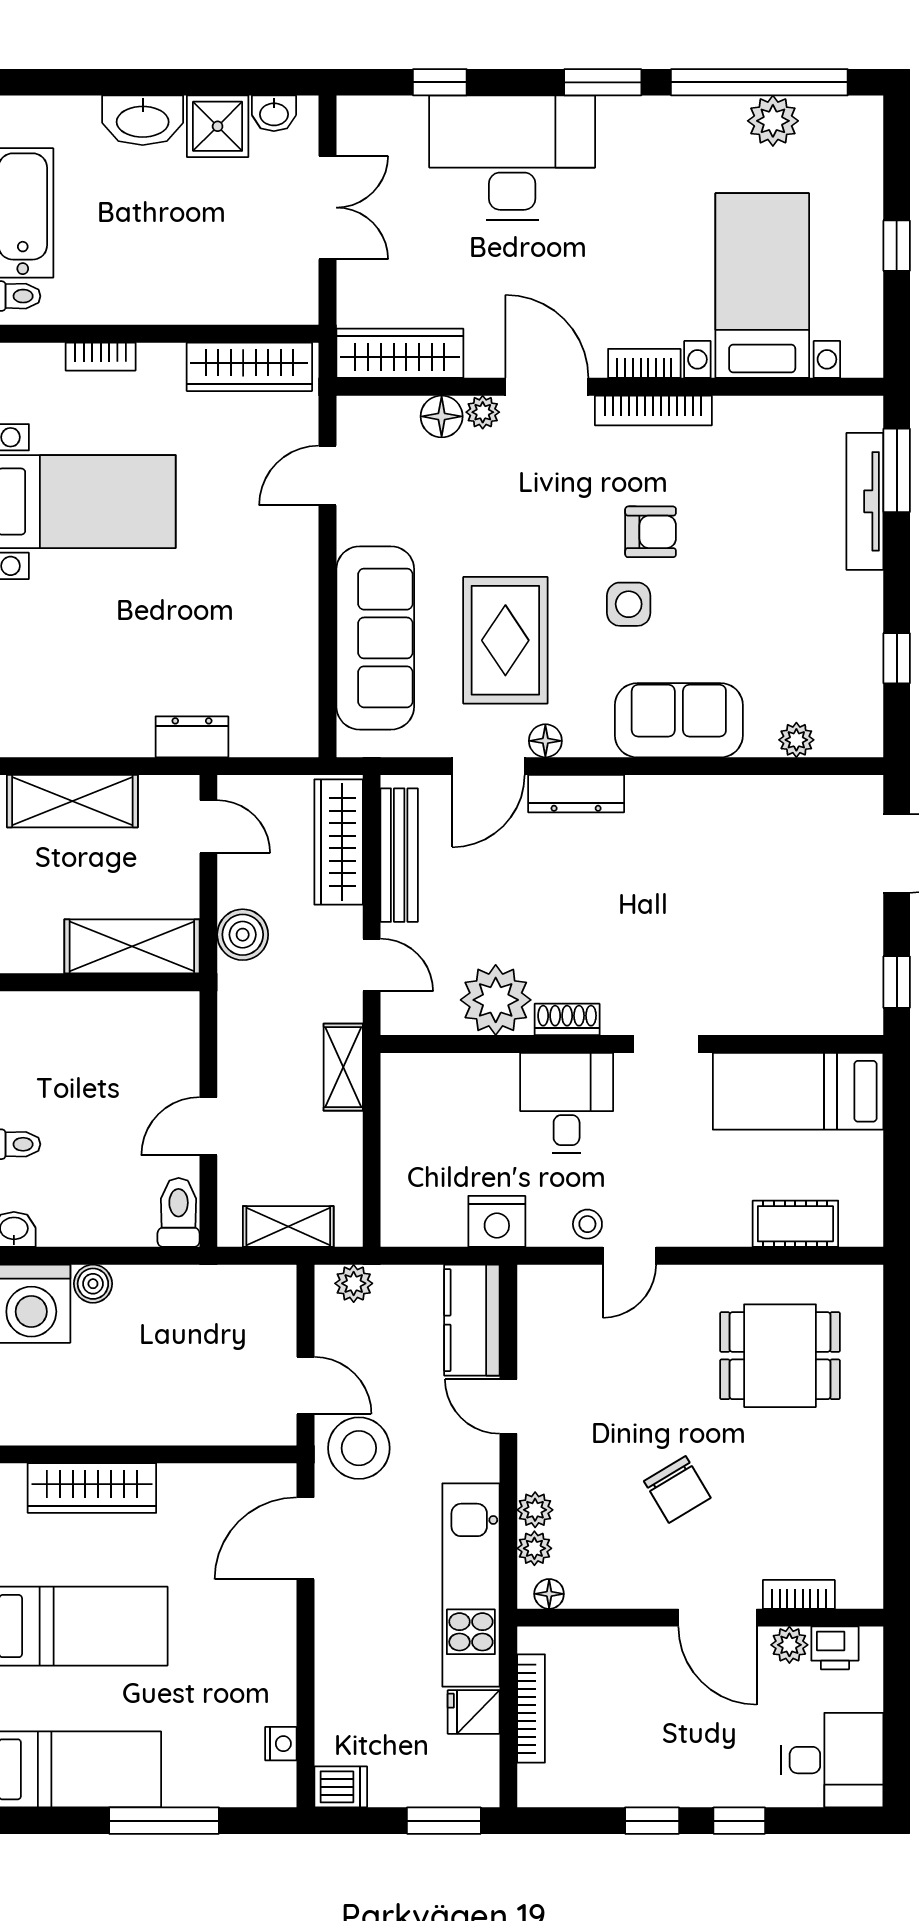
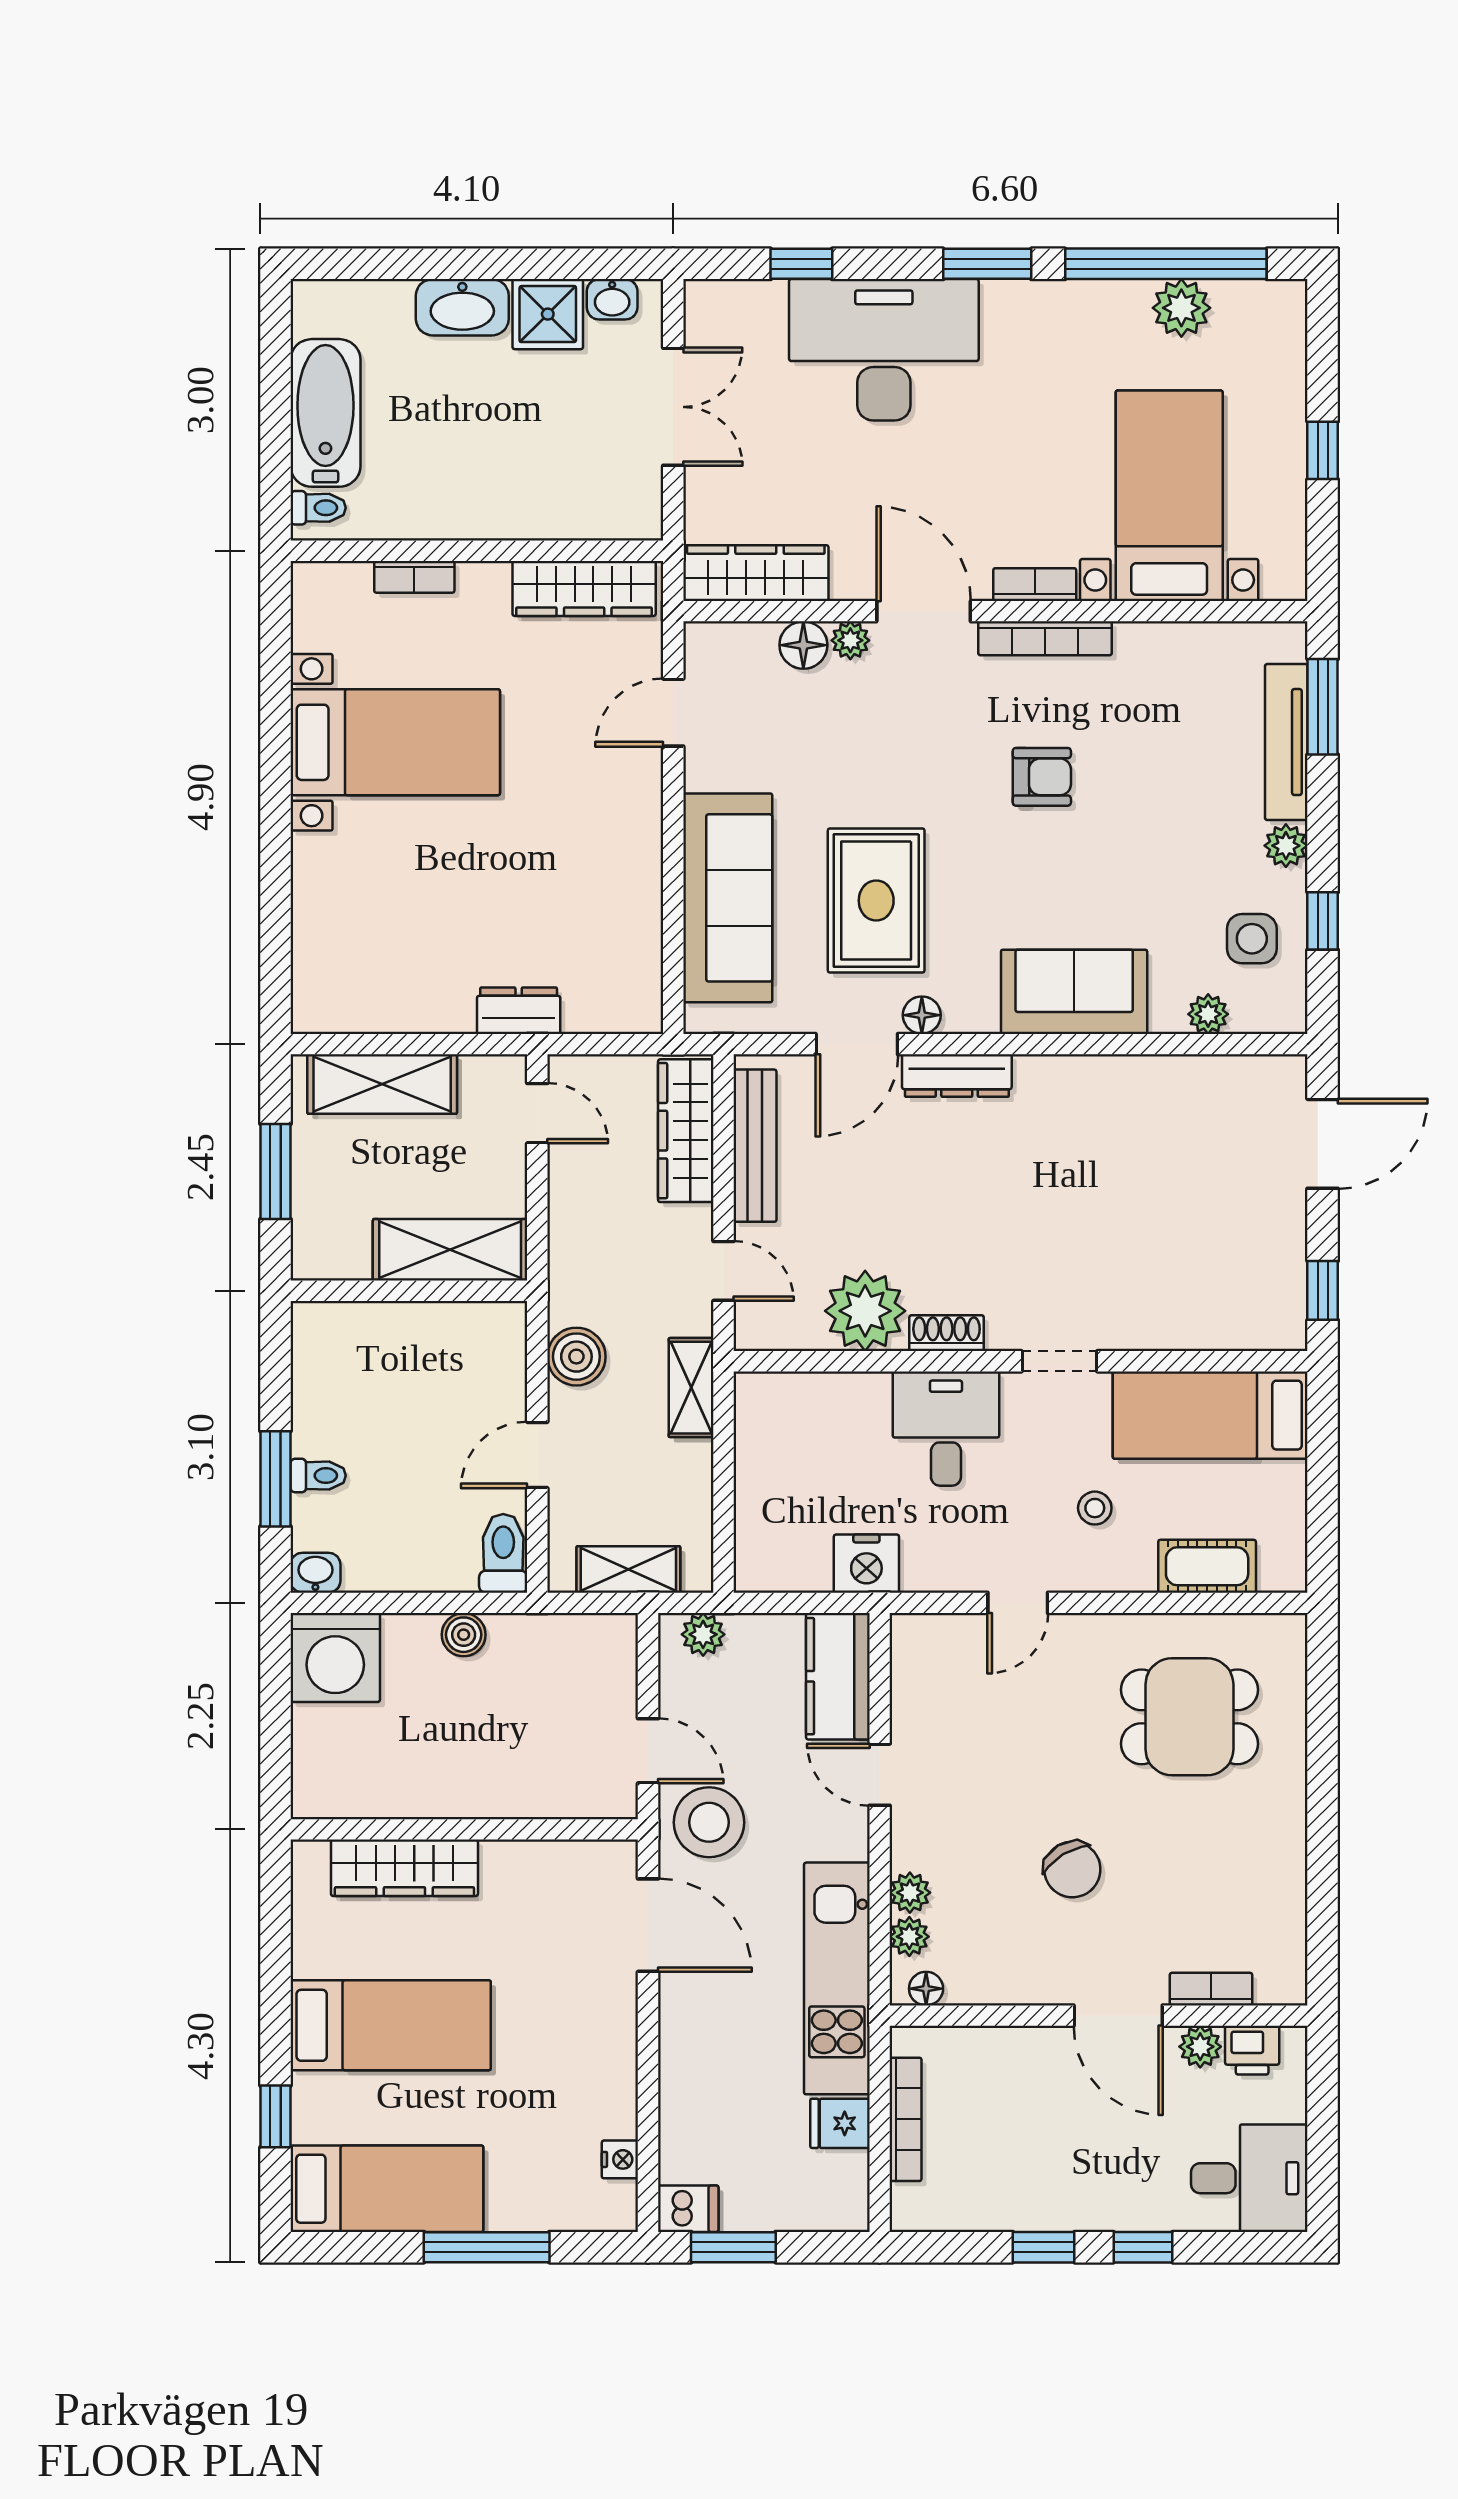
plant: (865, 592) -> (1286, 846), added
side table: (629, 604) -> (1252, 939), moved
boiler: (243, 935) -> (576, 1357), moved
stool: (587, 1224) -> (1095, 1508), moved
boiler: (93, 1284) -> (464, 1635), moved
door: (305, 1538) -> (648, 1925), swing flipped
window: (444, 1821) -> (733, 2247), moved

